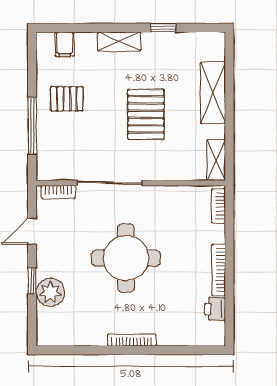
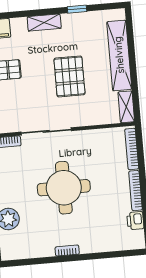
shelving: (213, 93) -> (119, 55), width x1.47
bookcase: (218, 206) -> (132, 149), width x1.56
bookcase: (132, 340) -> (67, 251), width x0.64

